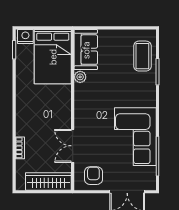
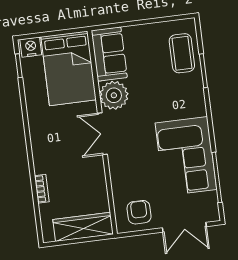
plant: (80, 77) -> (114, 95), width x1.88, depth x1.88
double door: (73, 146) -> (102, 134), moved

